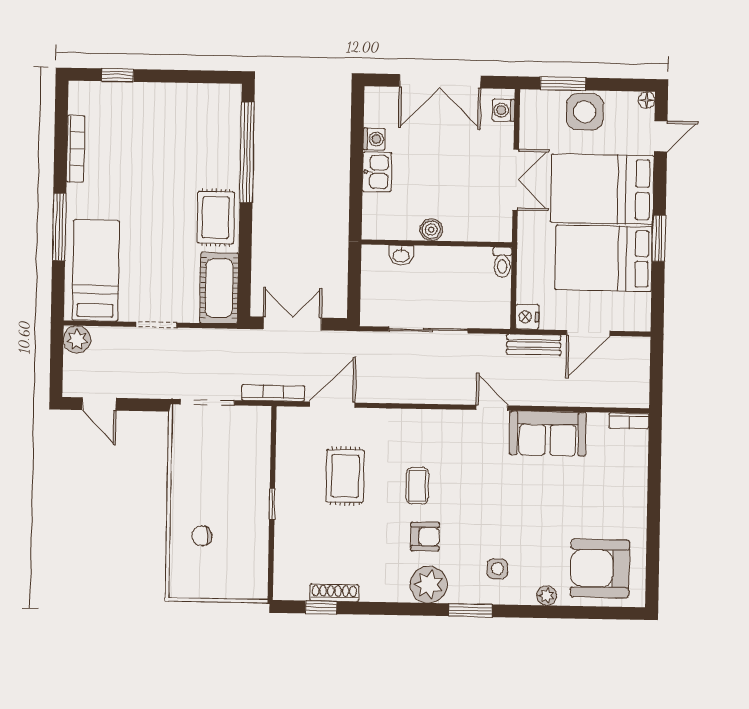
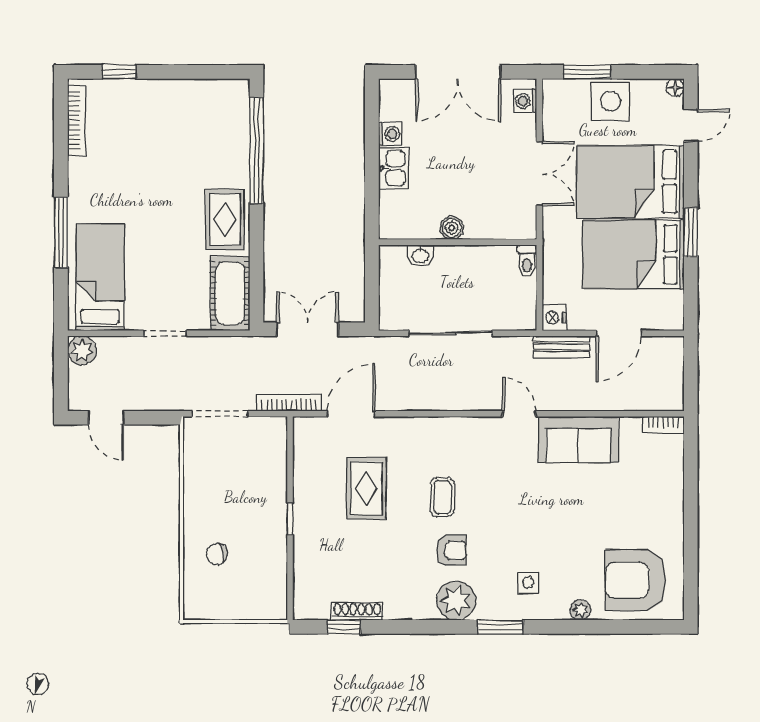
bookcase: (76, 149) -> (77, 120), moved

